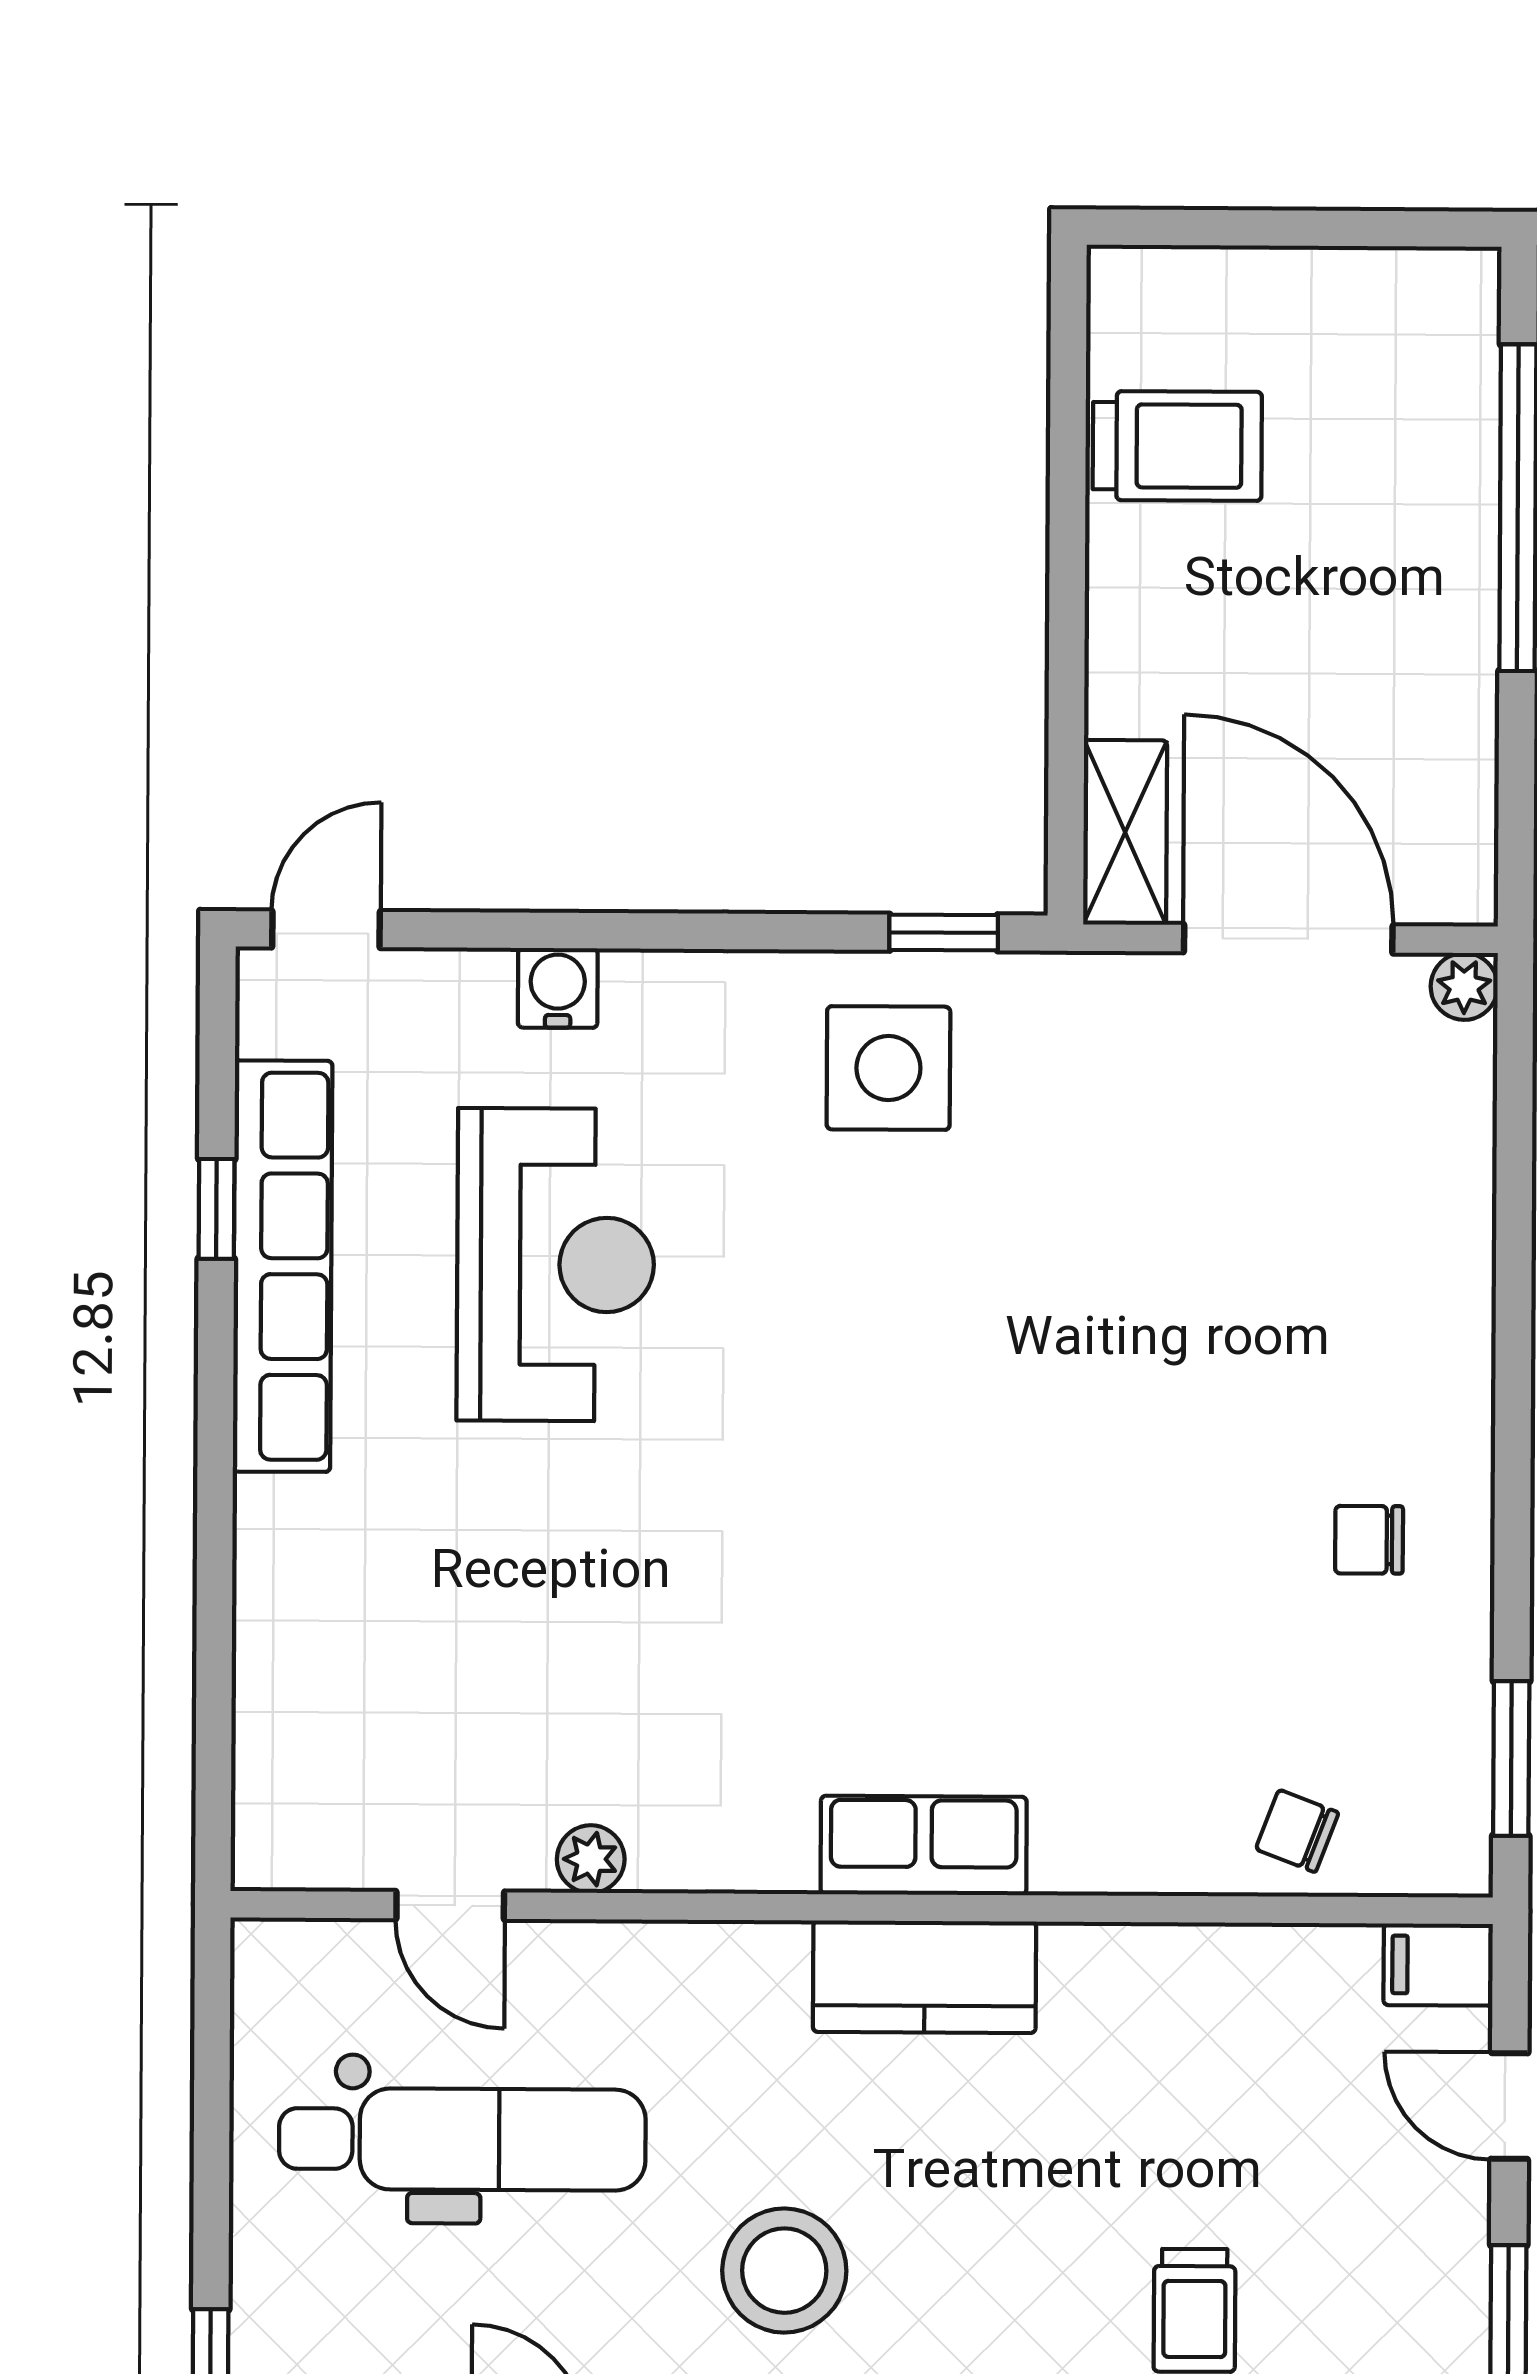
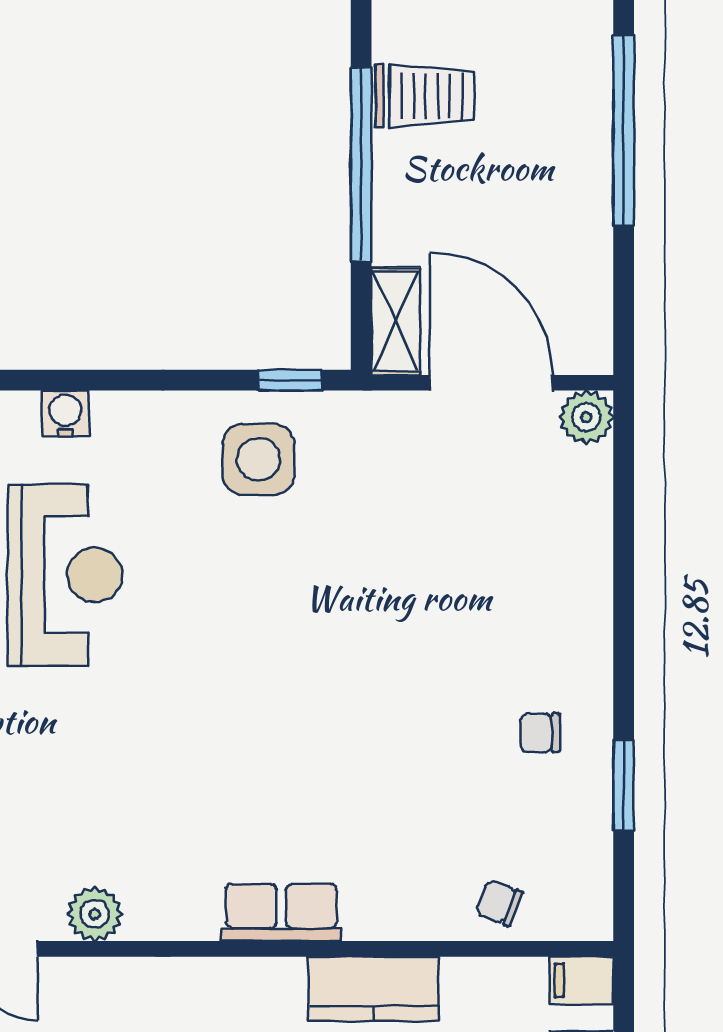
window: (1067, 562) -> (361, 164), added
plant: (1464, 986) -> (586, 417), width x1.38, depth x1.38
window: (1511, 1758) -> (624, 785), moved
plant: (591, 1859) -> (95, 914), width x1.38, depth x1.38
kitchen counter: (924, 1977) -> (373, 989), moved

